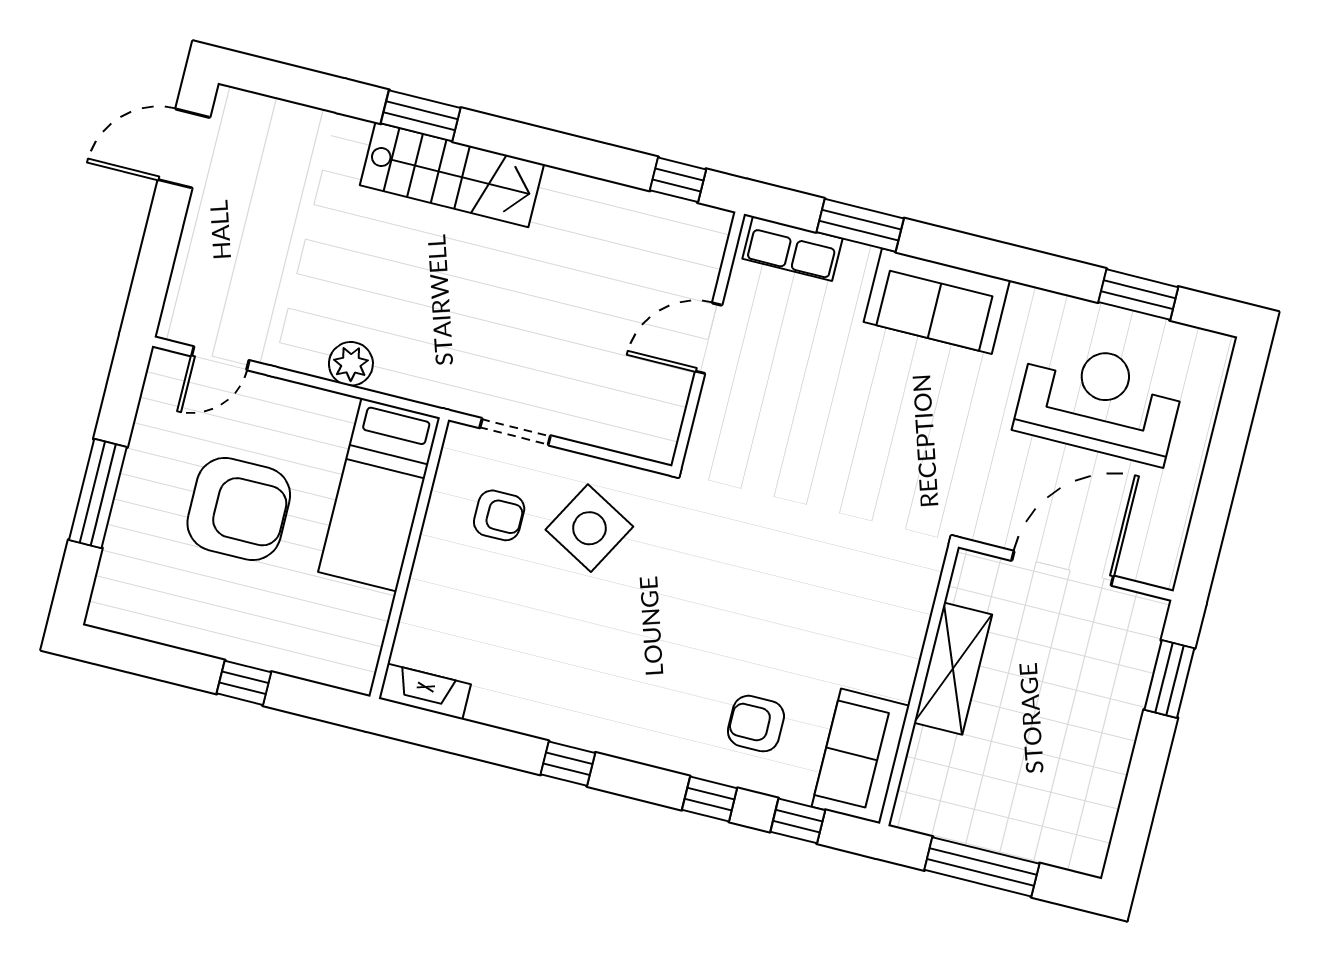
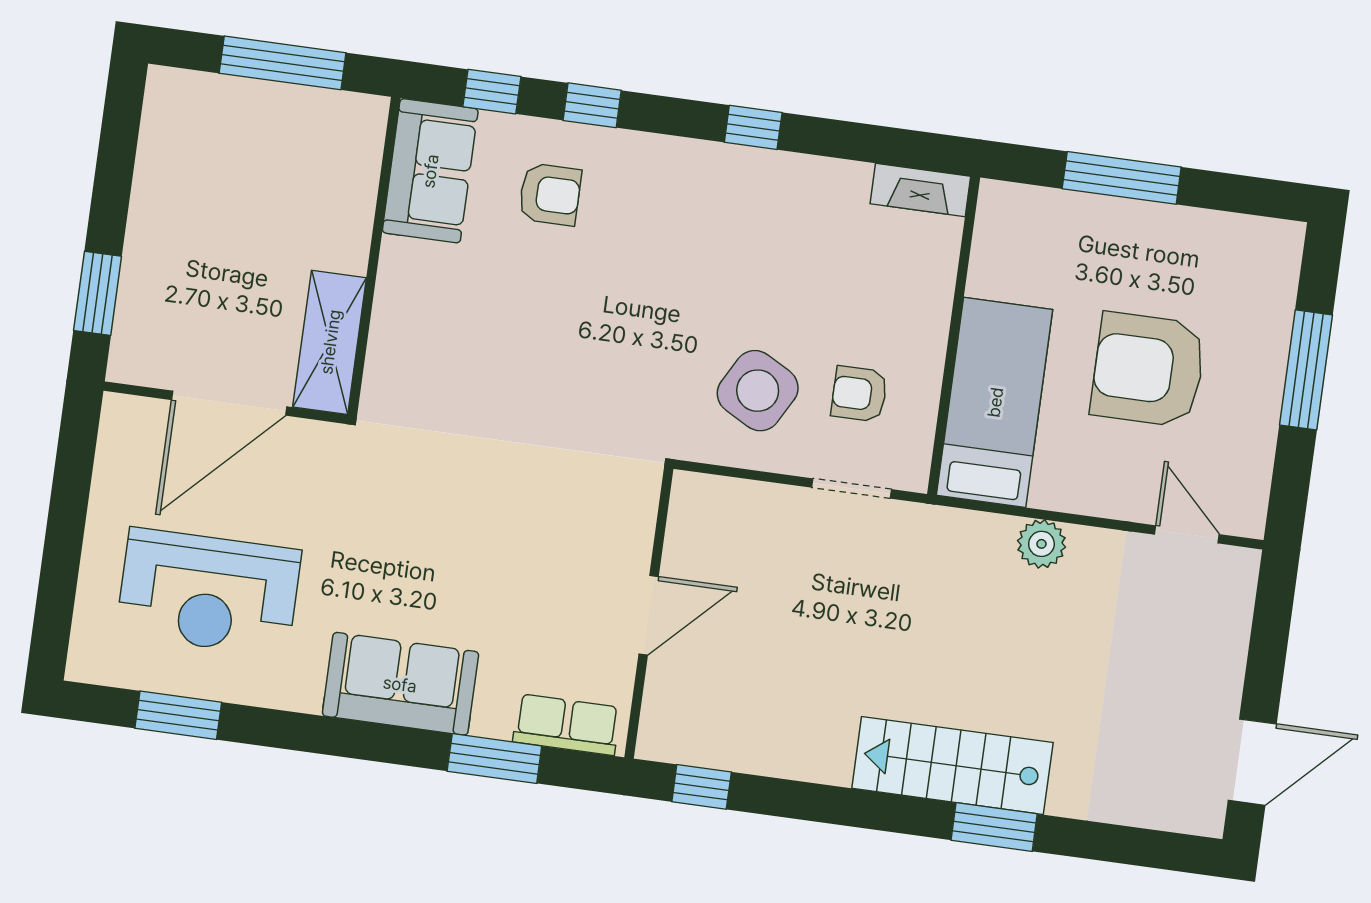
door: (220, 358) -> (1187, 534), hinge flipped
shelving: (953, 669) -> (330, 342), moved
window: (244, 683) -> (1122, 178), width x2.17

